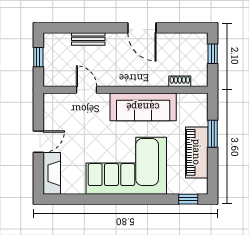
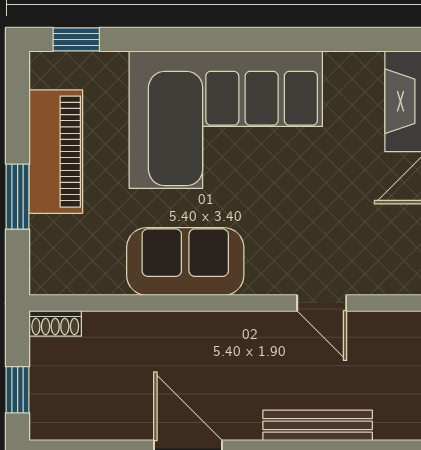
bench: (88, 39) -> (318, 425), width x1.36
shoe rack: (180, 81) -> (55, 323), moved
sofa: (143, 107) -> (185, 261), width x0.73

